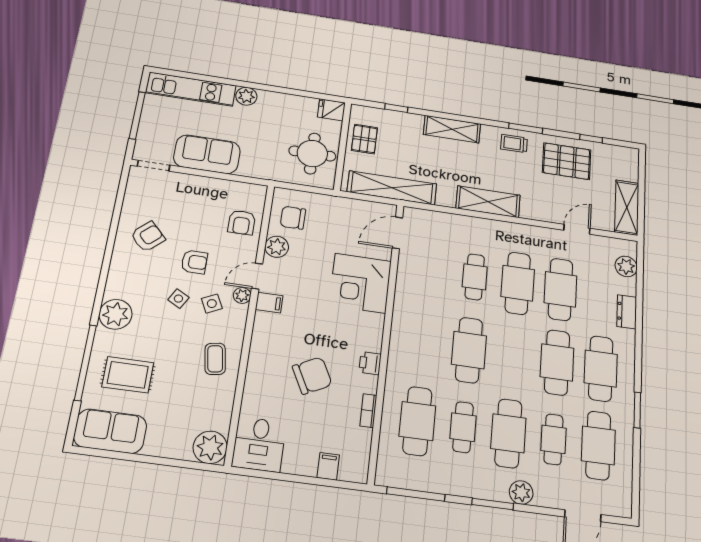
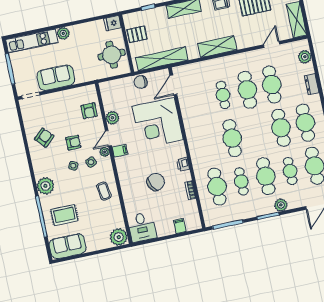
pallet: (364, 139) -> (137, 34), turned 90
chair: (293, 218) -> (141, 82), moved
corner desk: (360, 283) -> (158, 123), width x1.36, depth x1.36

